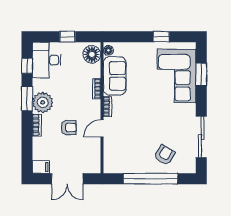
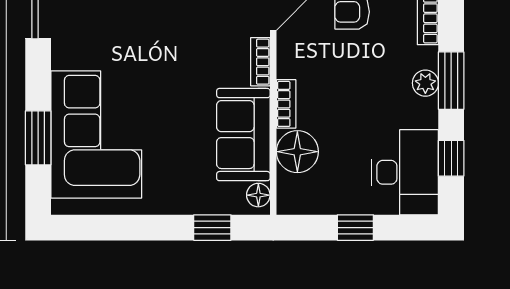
window: (161, 37) -> (212, 228), moved
floor lamp: (92, 54) -> (297, 152), moved
plant: (43, 102) -> (425, 83), width x0.53, depth x0.53

